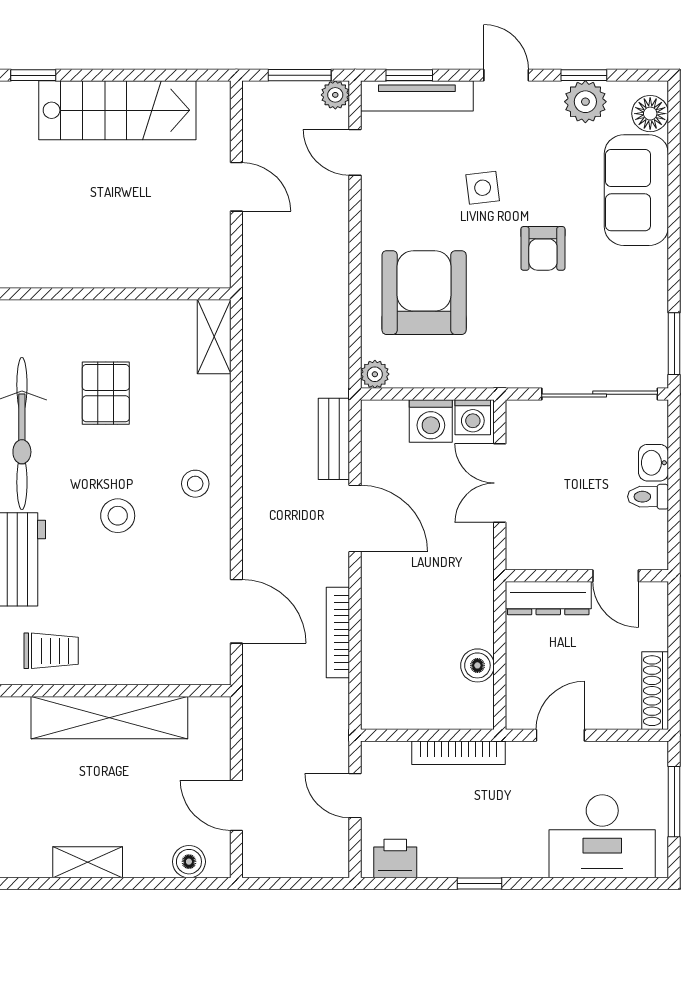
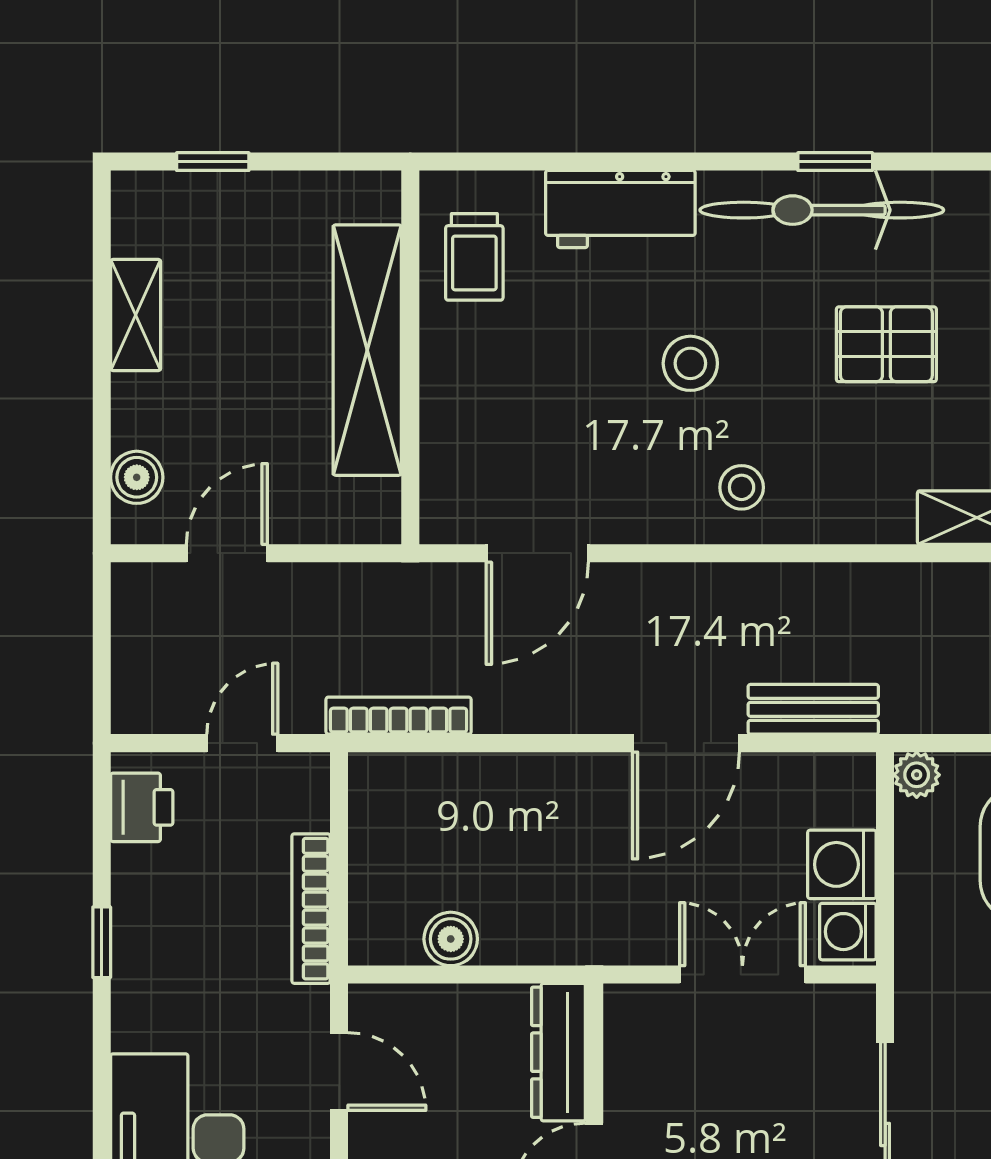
bookcase: (338, 633) -> (399, 716), moved

